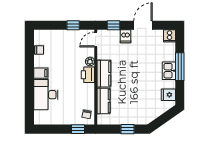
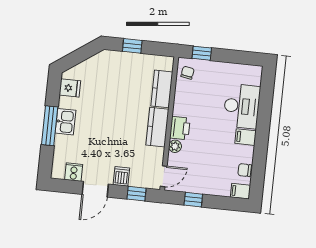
filing cabinet: (40, 35) -> (240, 191), added
cooker: (170, 36) -> (74, 172), moved

